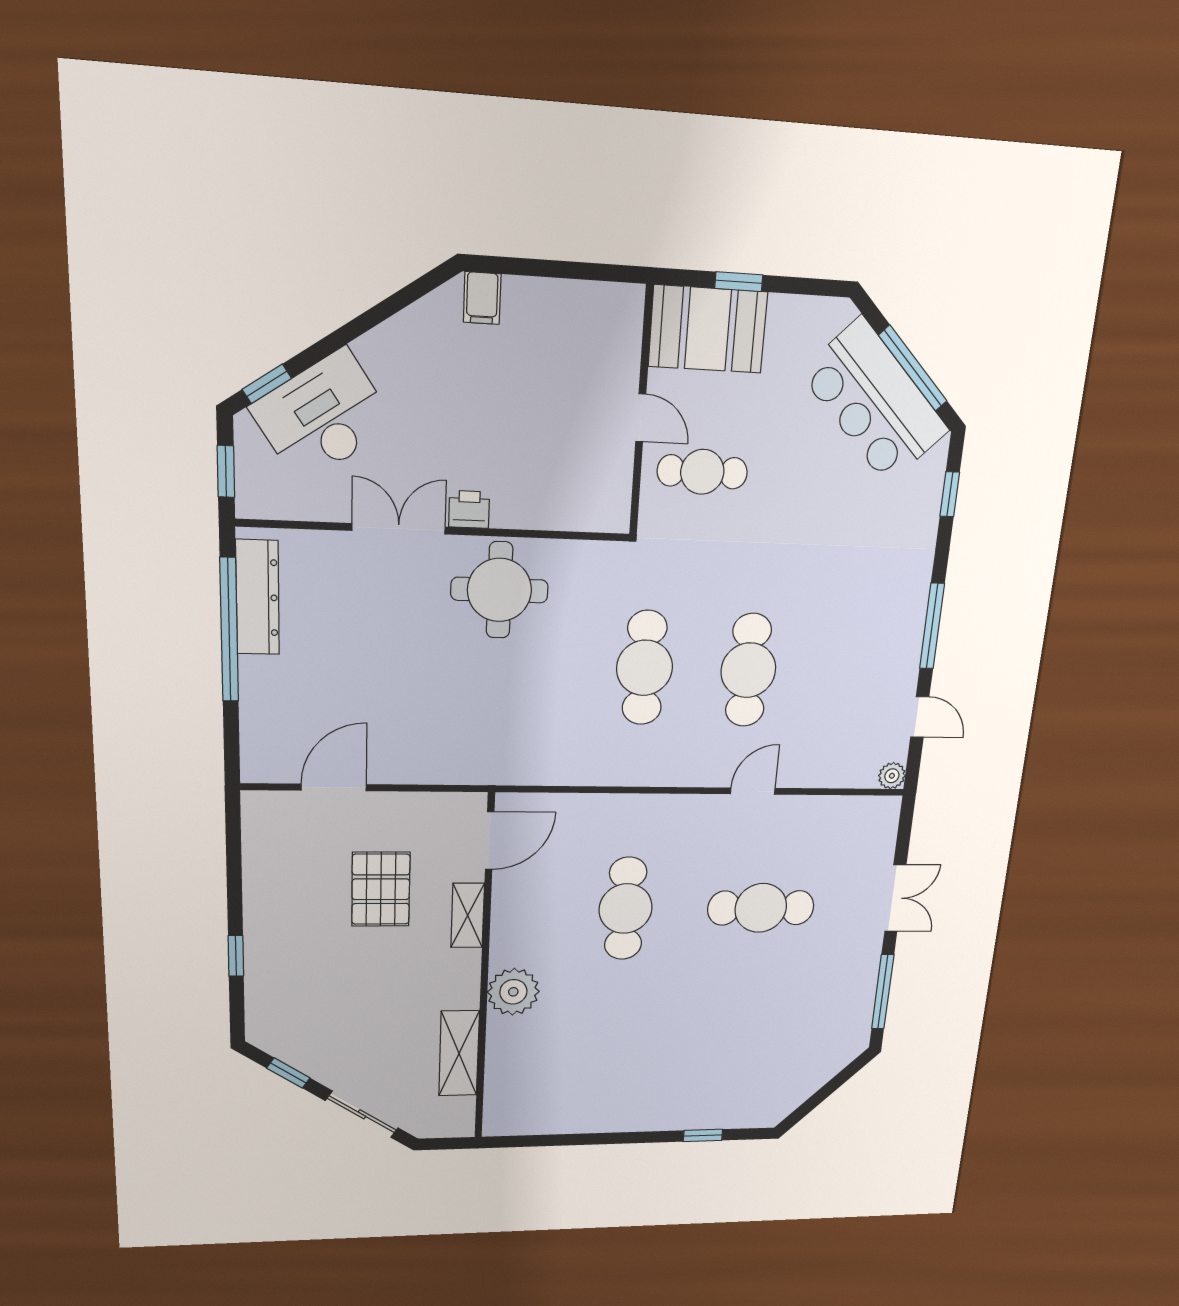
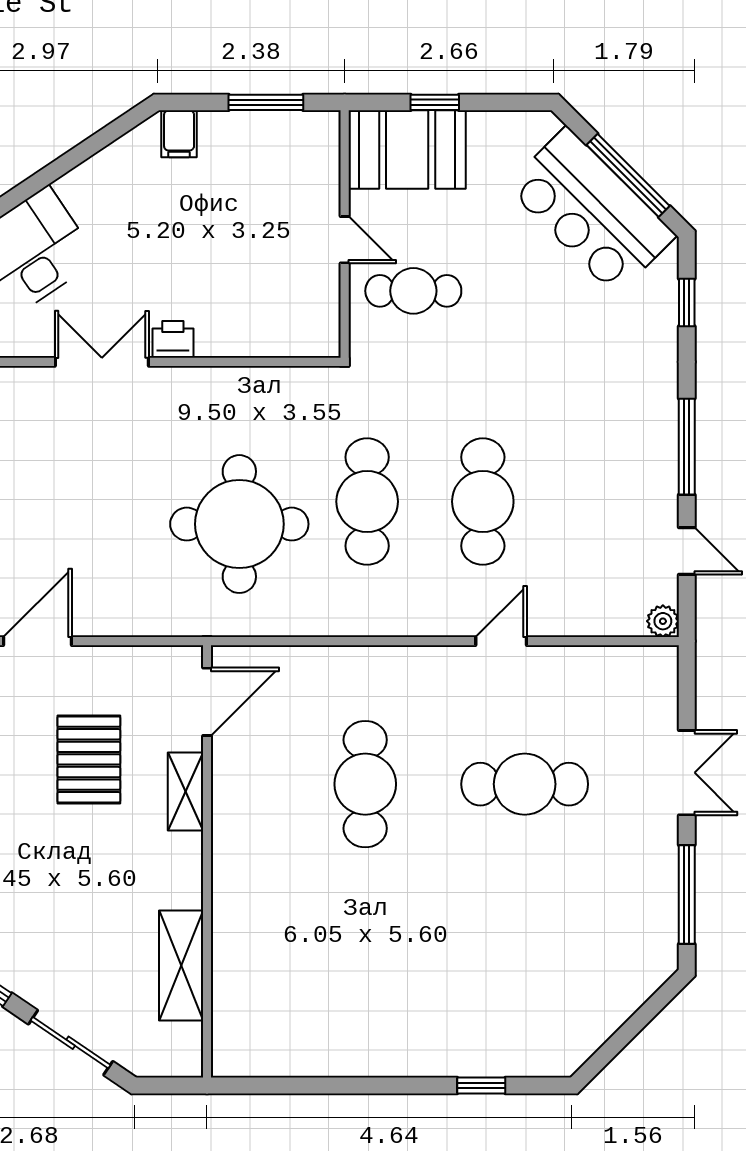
window: (572, 270) -> (266, 102), added
round table: (499, 590) -> (239, 524), moved, width x1.36, depth x1.36
plant: (513, 992) -> (241, 887), removed

